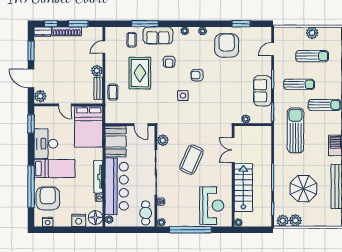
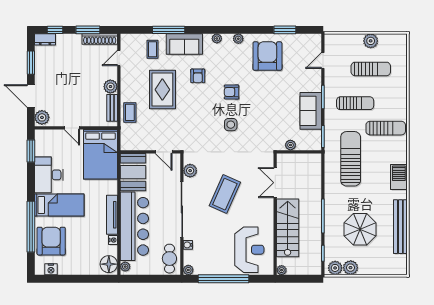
shoe rack: (67, 31) -> (100, 39), moved
side table: (183, 96) -> (231, 125), moved
nightstand: (79, 220) -> (89, 268), removed

